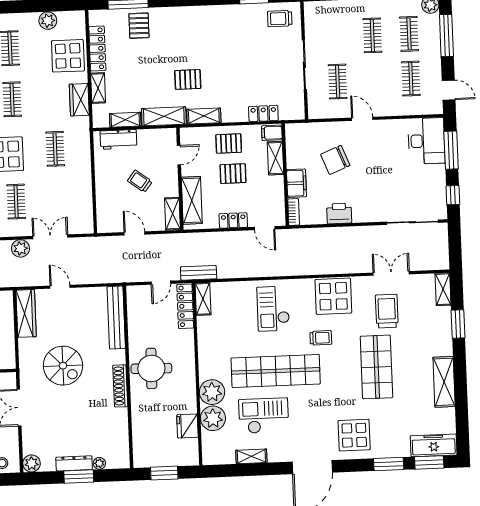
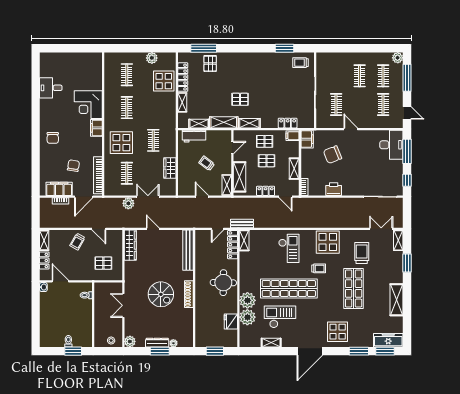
wardrobe: (79, 100) -> (170, 168), moved
shelving: (275, 158) -> (294, 169), moved
filing cabinet: (296, 183) -> (307, 139), moved
double door: (391, 273) -> (381, 229), moved
checkout: (273, 309) -> (289, 248), turned 180
spiral stairs: (63, 366) -> (161, 294), moved
round table: (151, 368) -> (223, 283), moved

